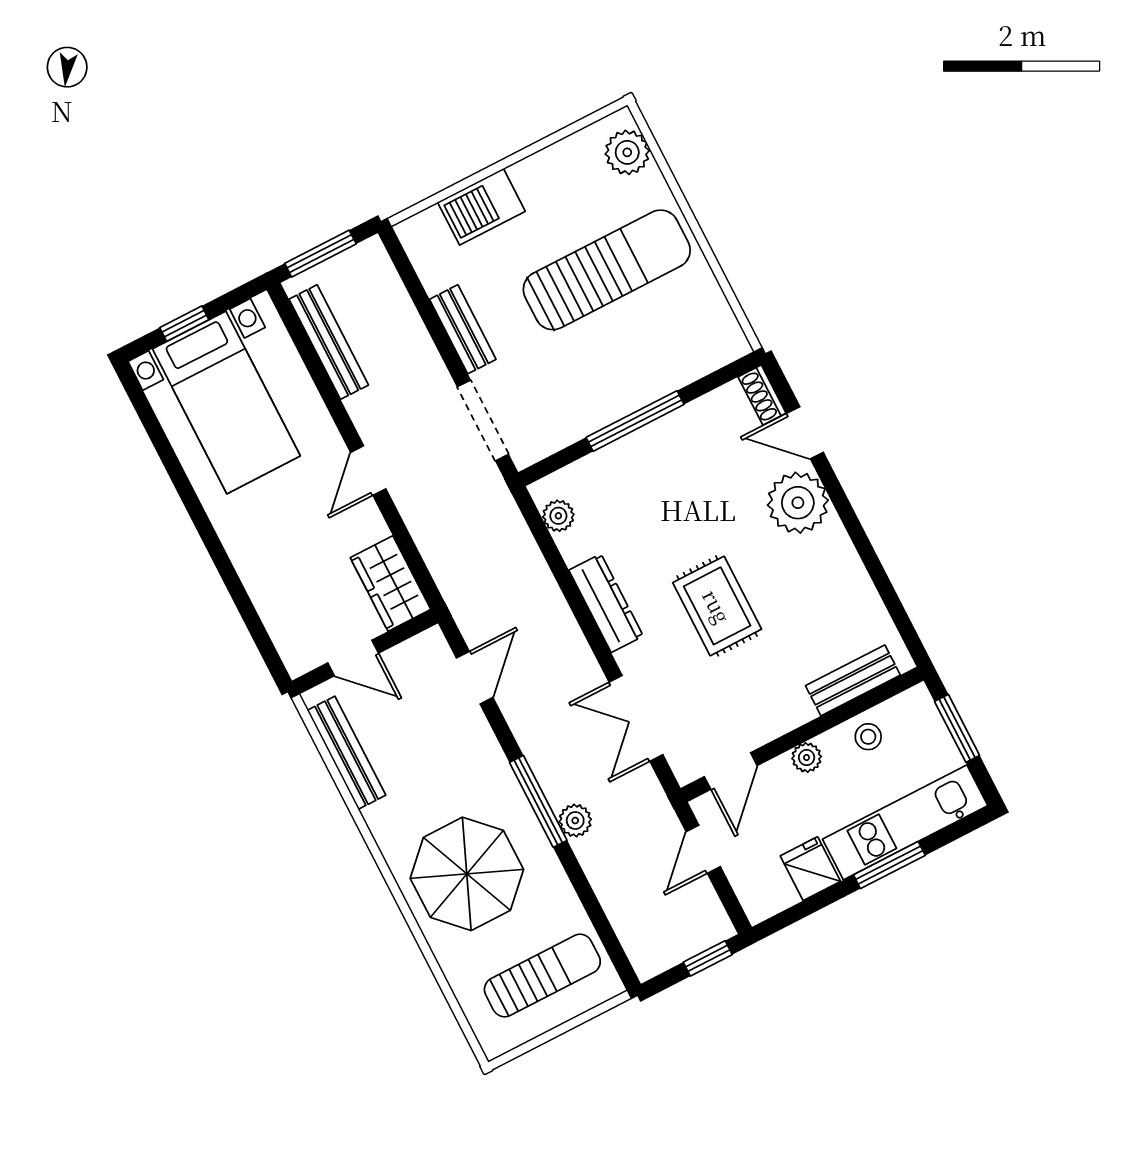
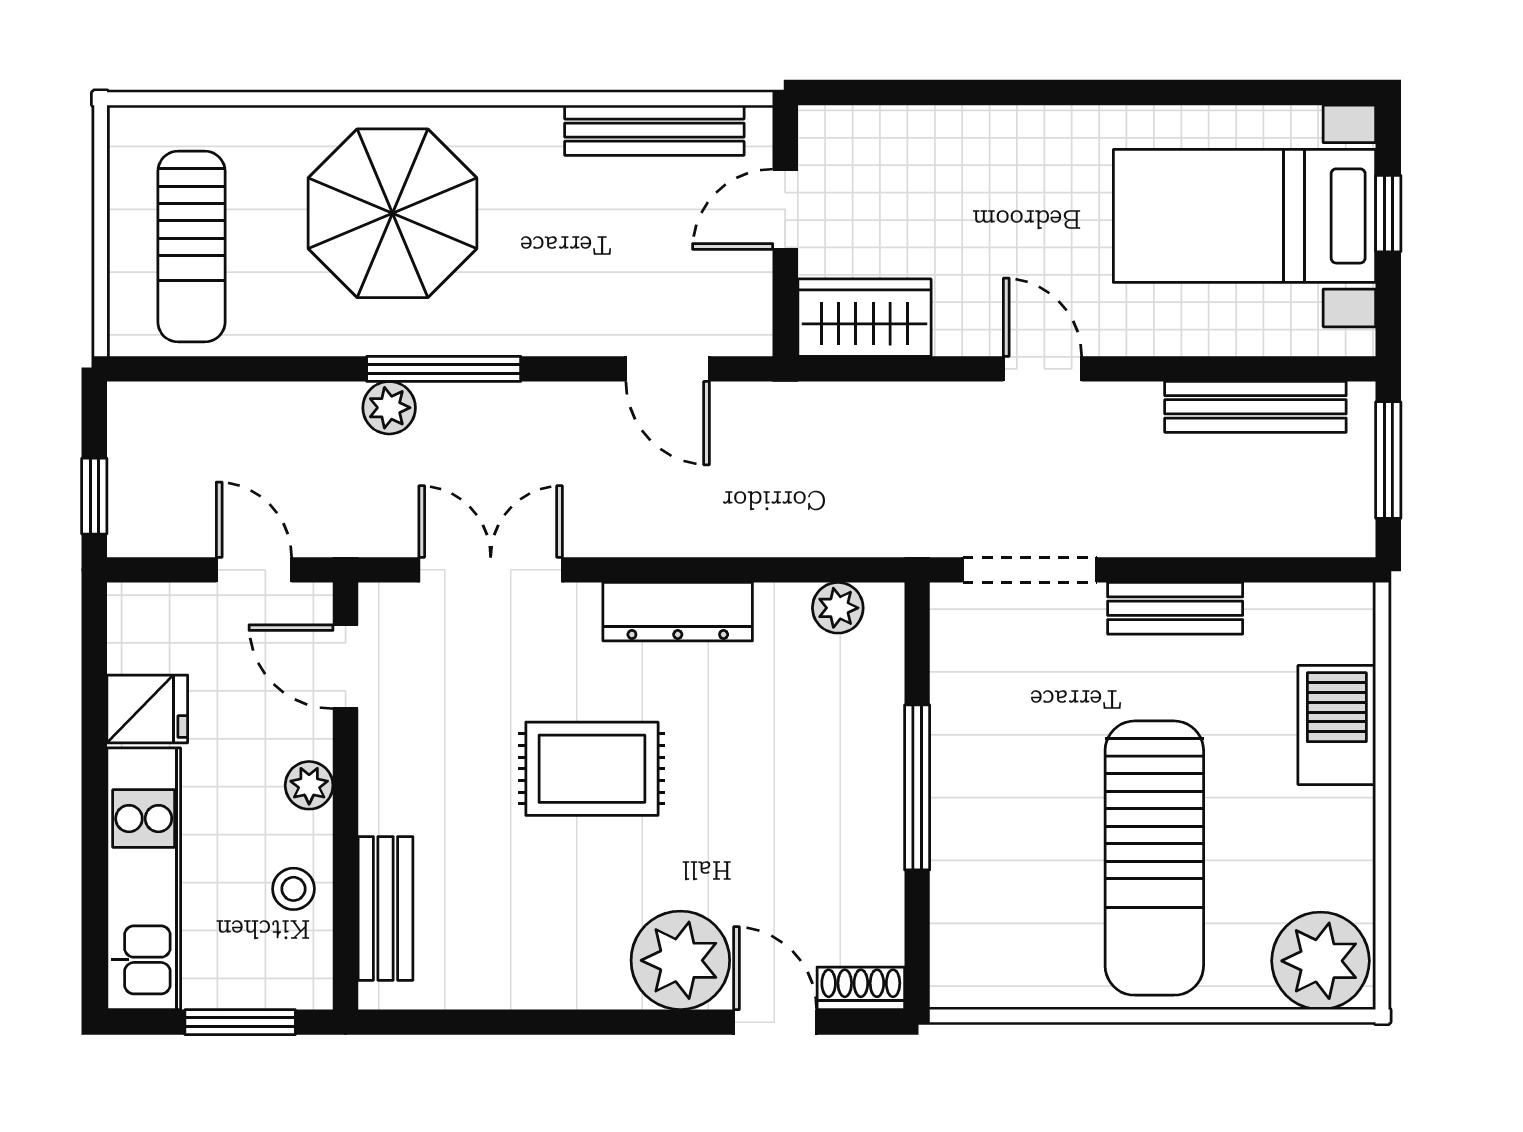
plant: (627, 152) -> (1321, 961), width x1.36, depth x1.36
door: (805, 433) -> (775, 1022), hinge flipped
window: (889, 865) -> (94, 825), removed

